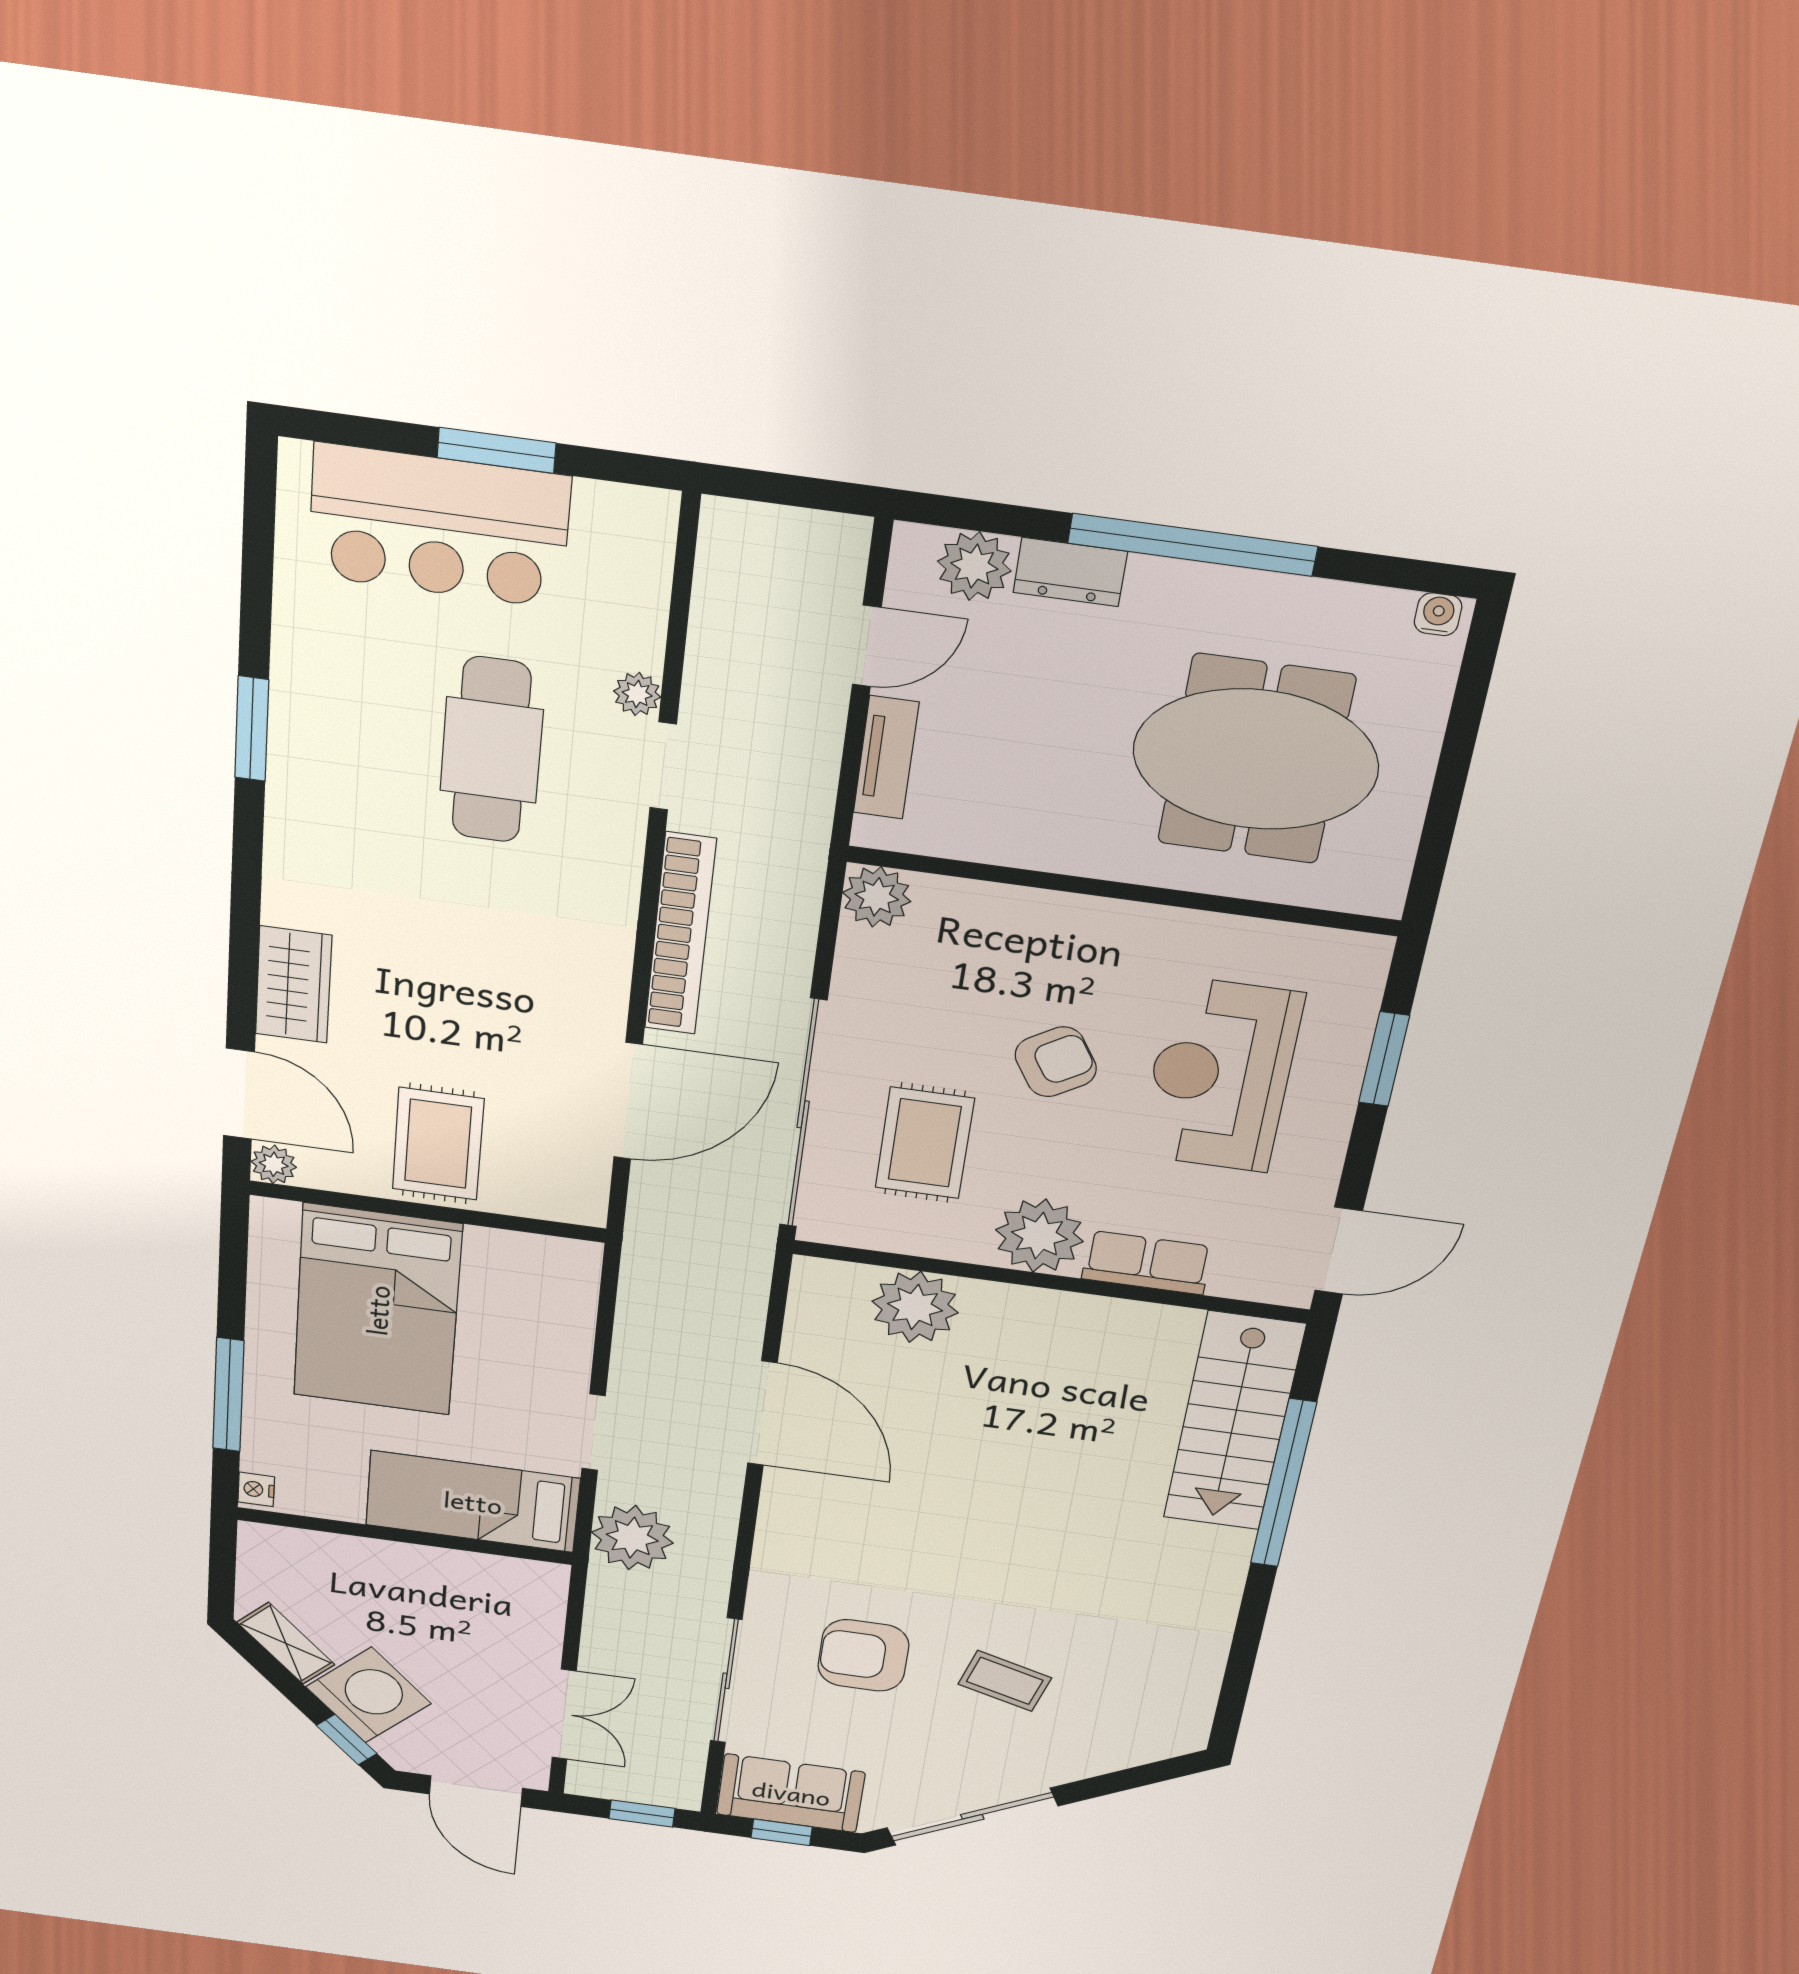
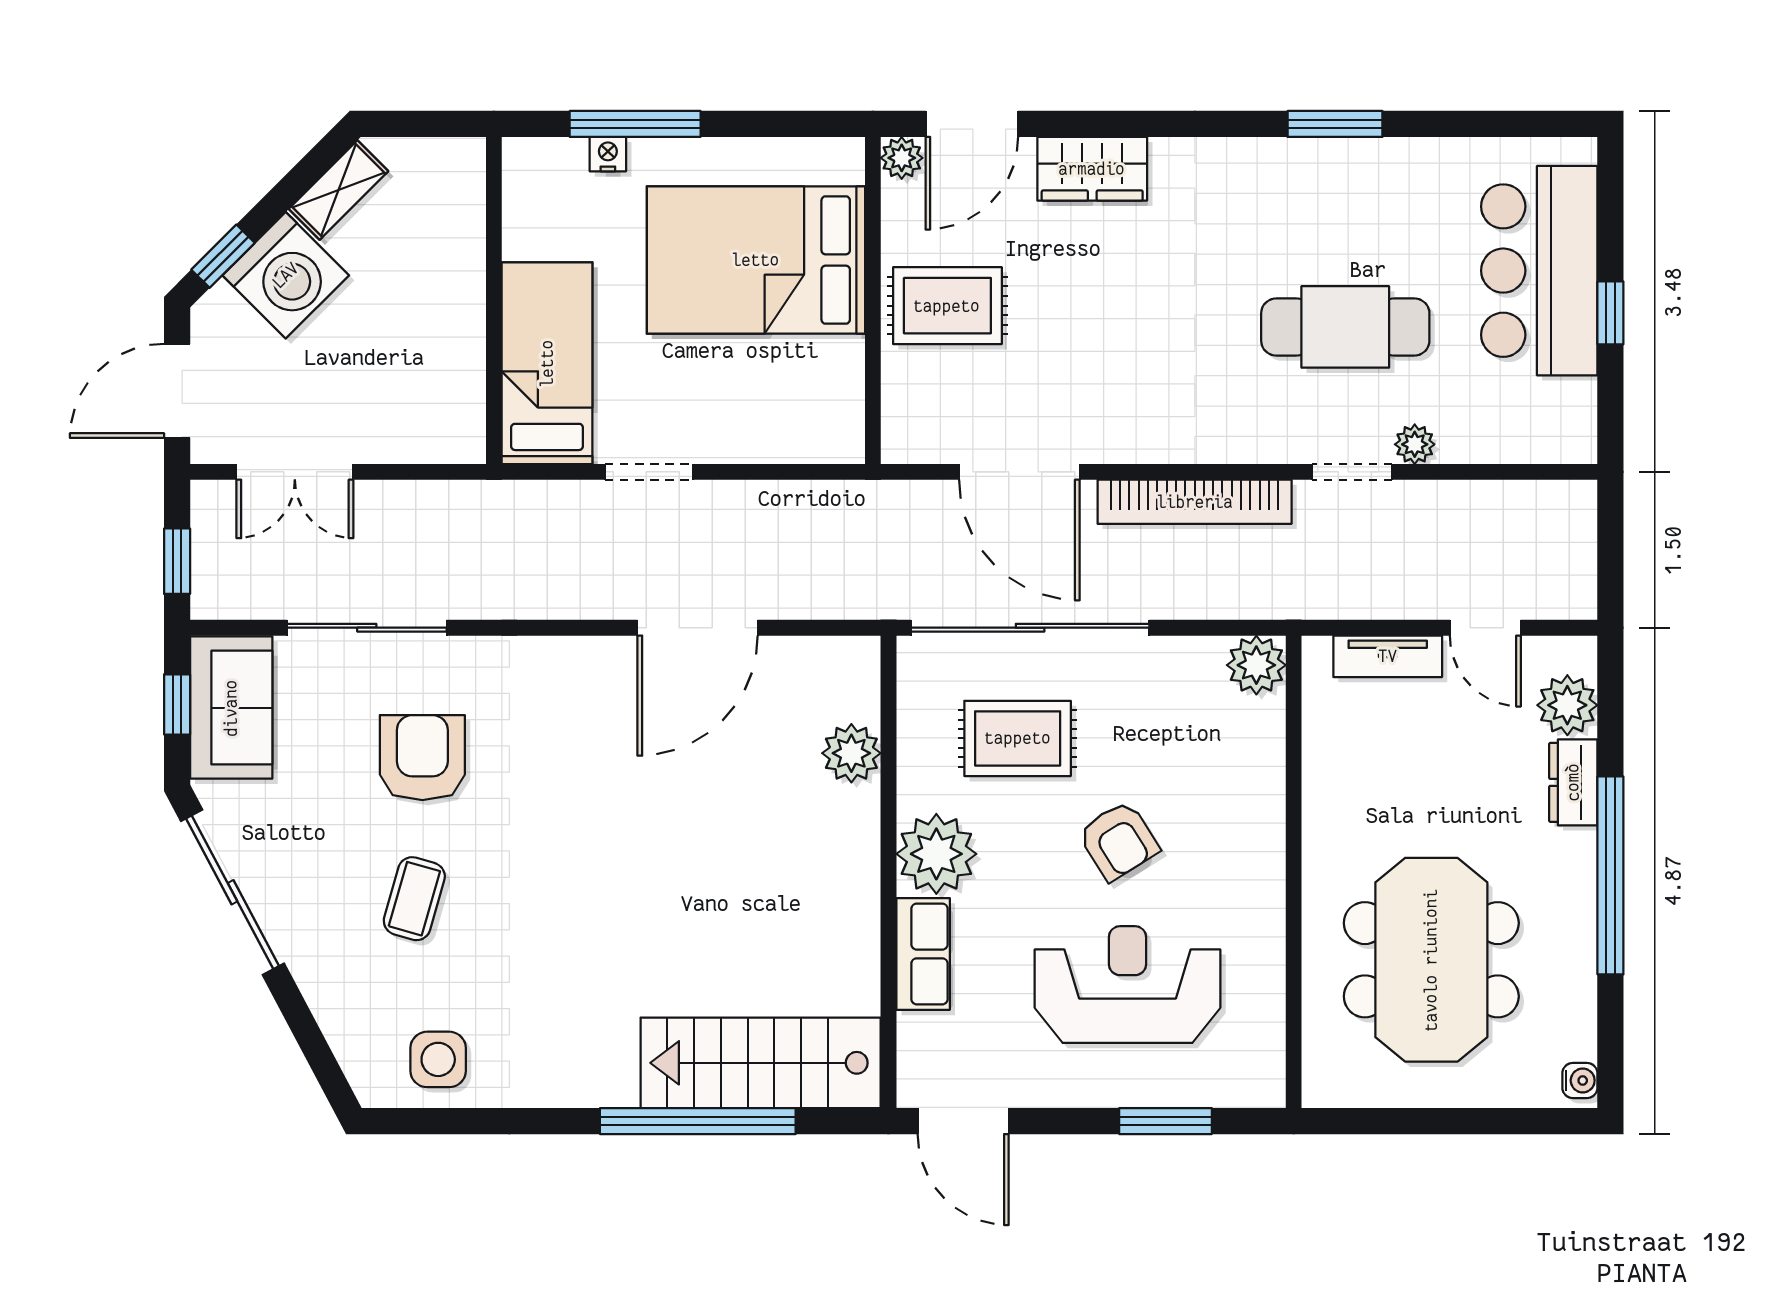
window: (496, 450) -> (1610, 313), width x0.67
plant: (915, 1307) -> (851, 753), width x0.73, depth x0.73
nightstand: (256, 1489) -> (608, 154), moved
plant: (632, 1538) -> (529, 520), removed
side table: (1171, 1684) -> (438, 1059), added

